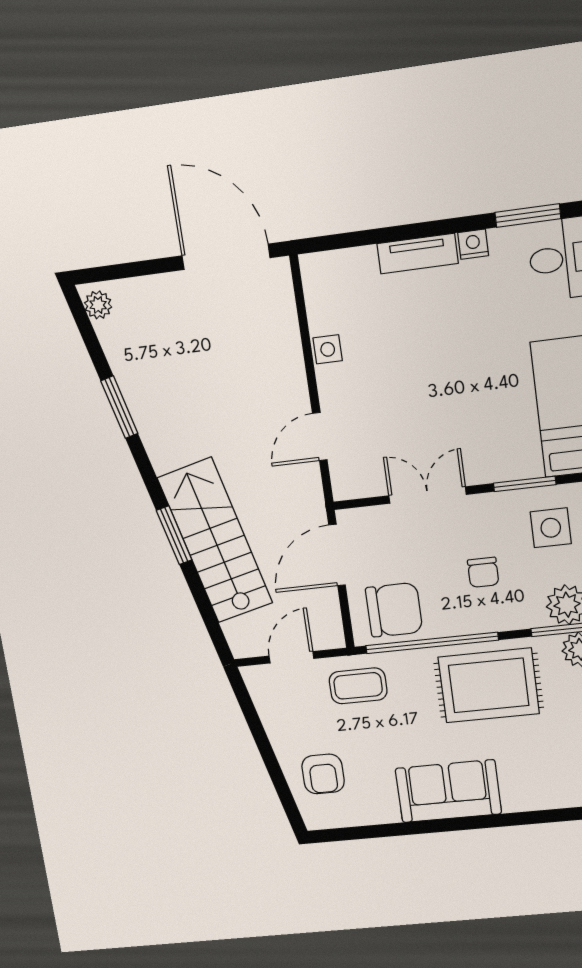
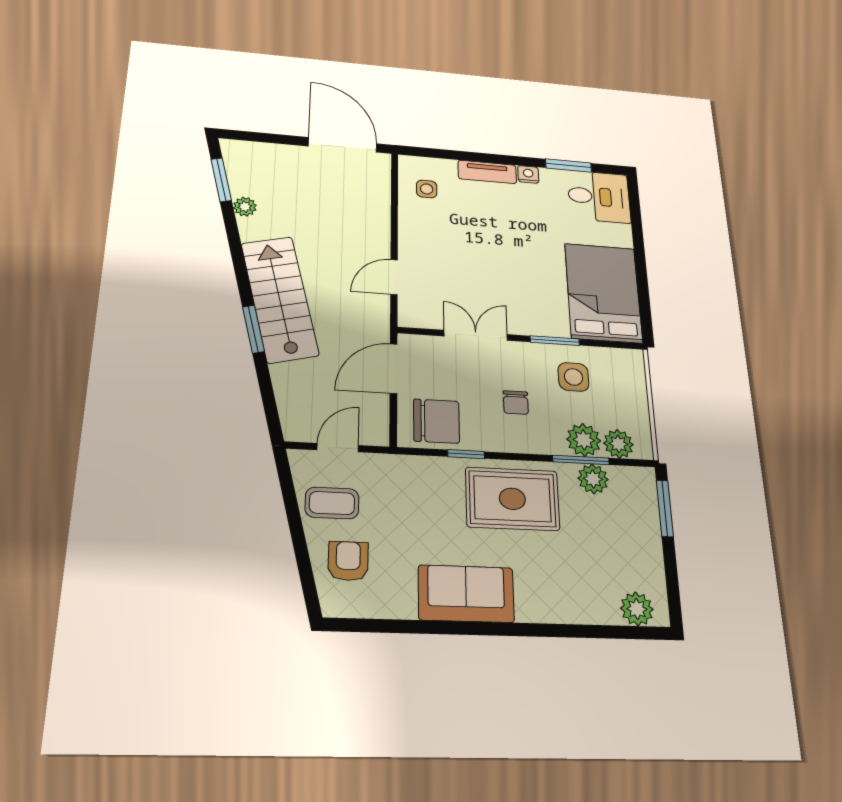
plant: (98, 305) -> (245, 207), moved
side table: (328, 349) -> (427, 189), moved
window: (119, 407) -> (221, 180), moved
stairs: (215, 540) -> (280, 299), moved
window: (432, 643) -> (466, 454), width x0.32
coffee table: (358, 686) -> (332, 503), moved
armchair: (323, 774) -> (348, 561), turned 180

